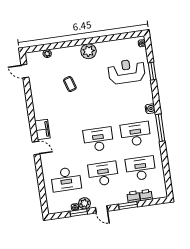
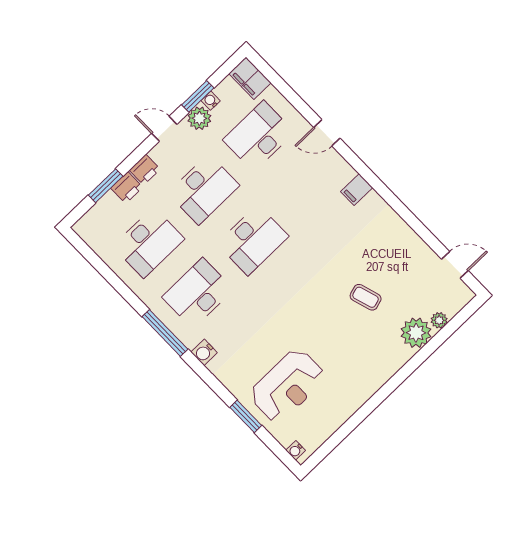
plant: (89, 51) -> (416, 333), moved
filing cabinet: (42, 130) -> (357, 190), width x0.50
desk: (136, 134) -> (198, 293), turned 180
door: (36, 148) -> (327, 133), moved
printer: (146, 195) -> (145, 170), moved
filing cabinet: (53, 205) -> (250, 78), added
window: (128, 205) -> (106, 186), moved

